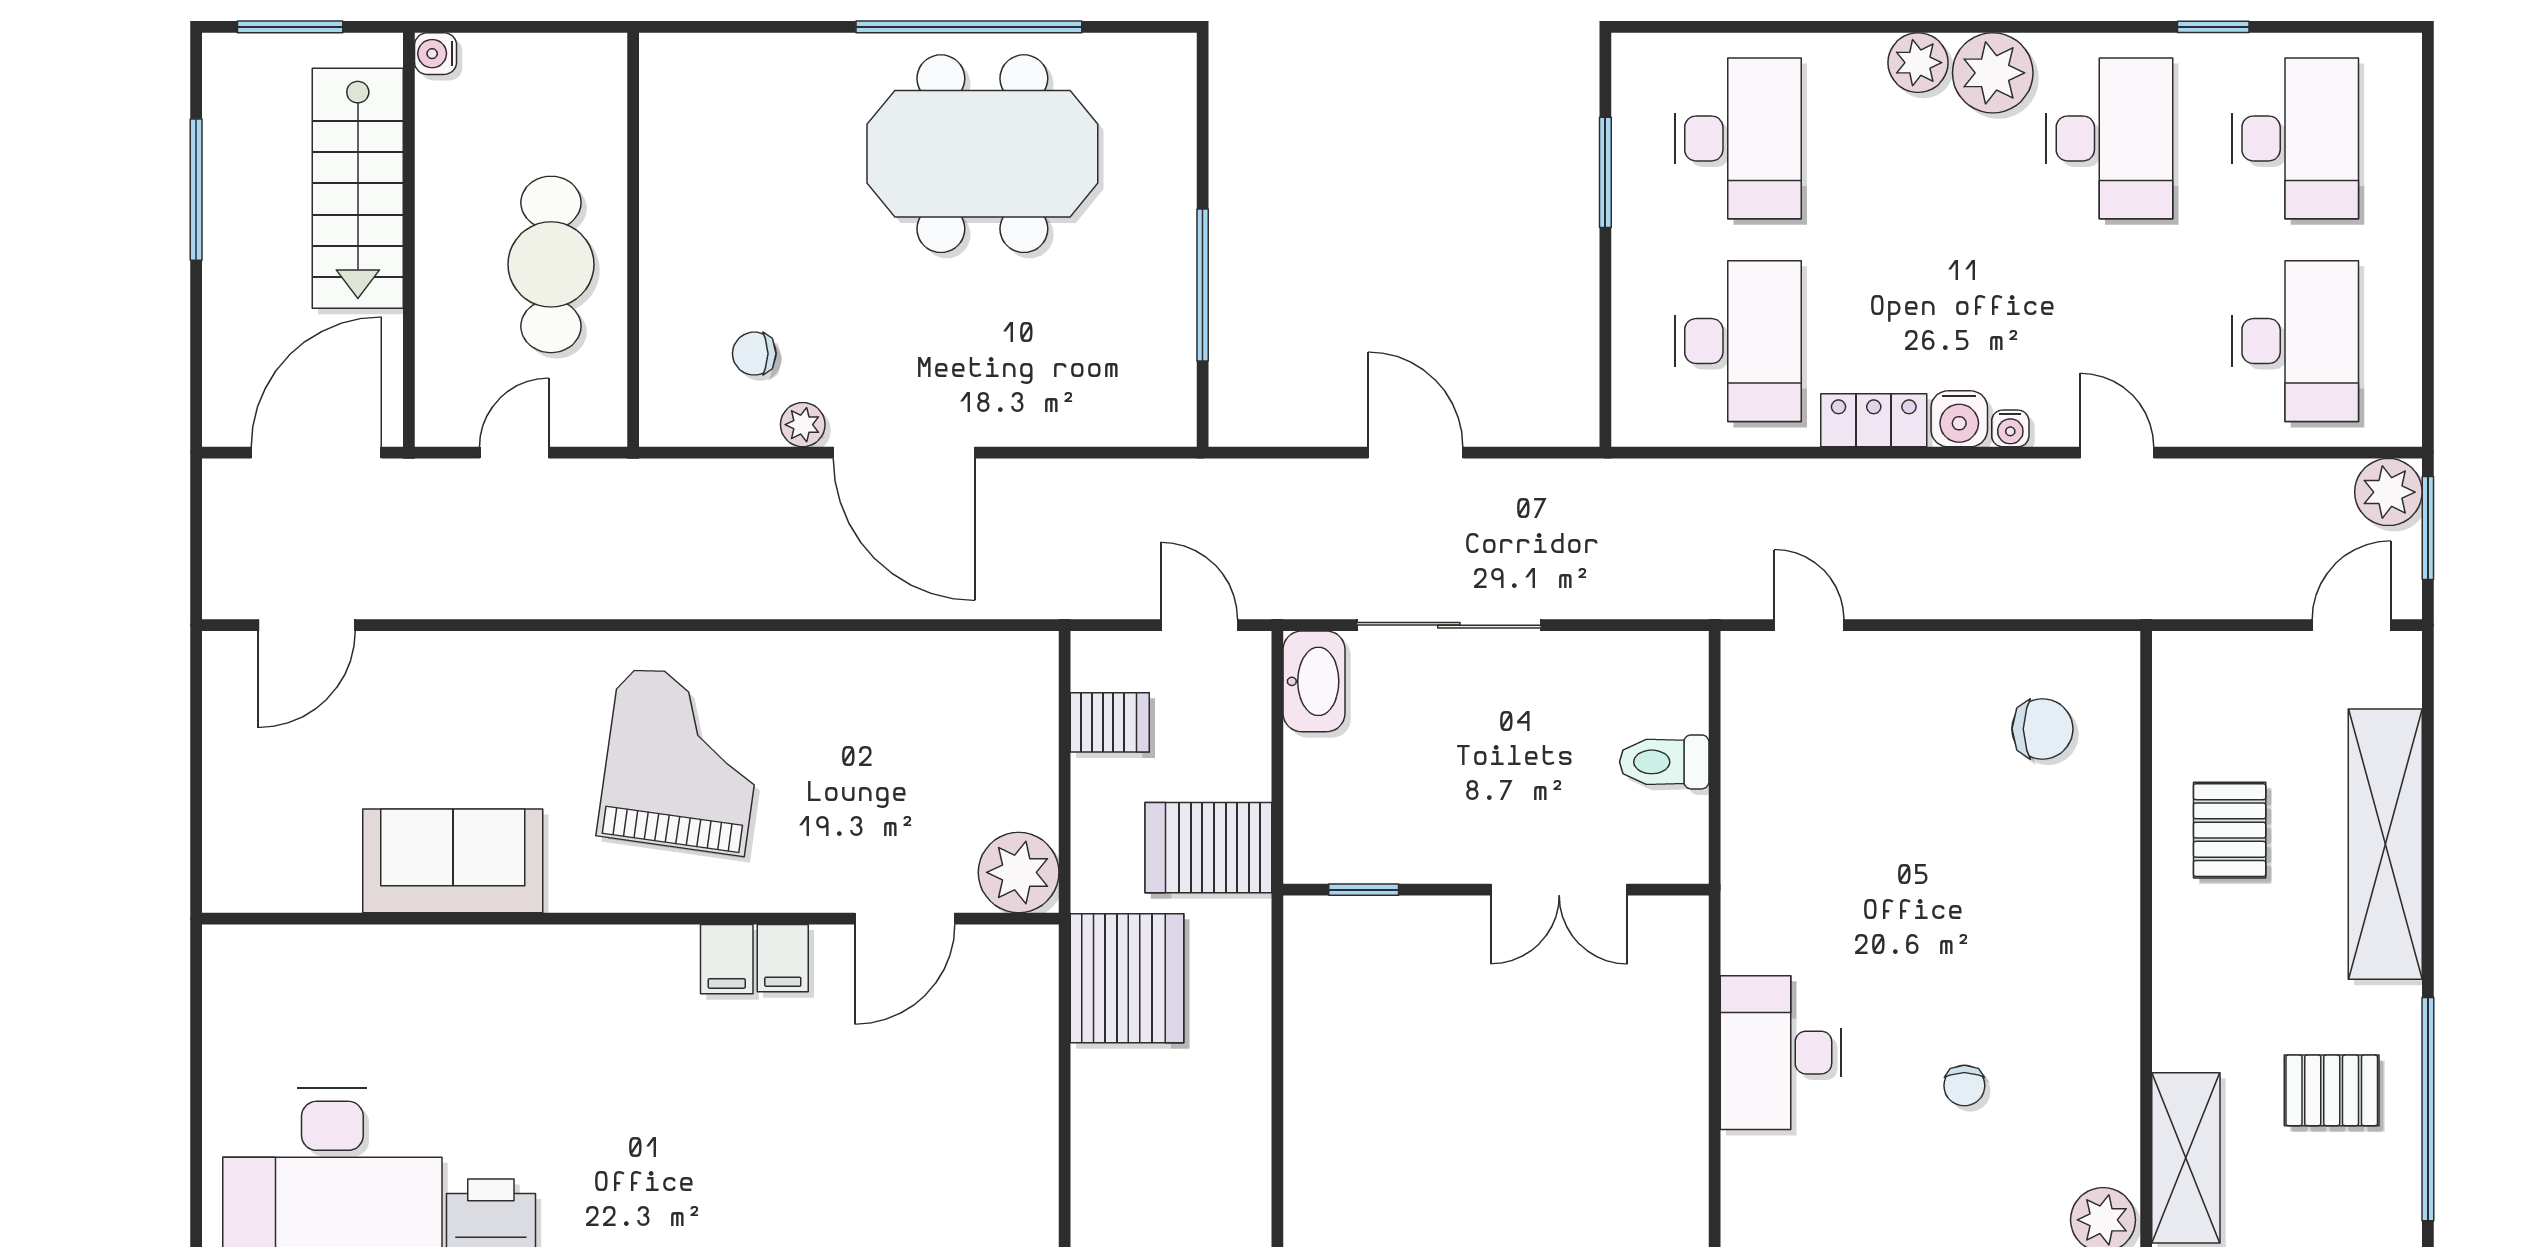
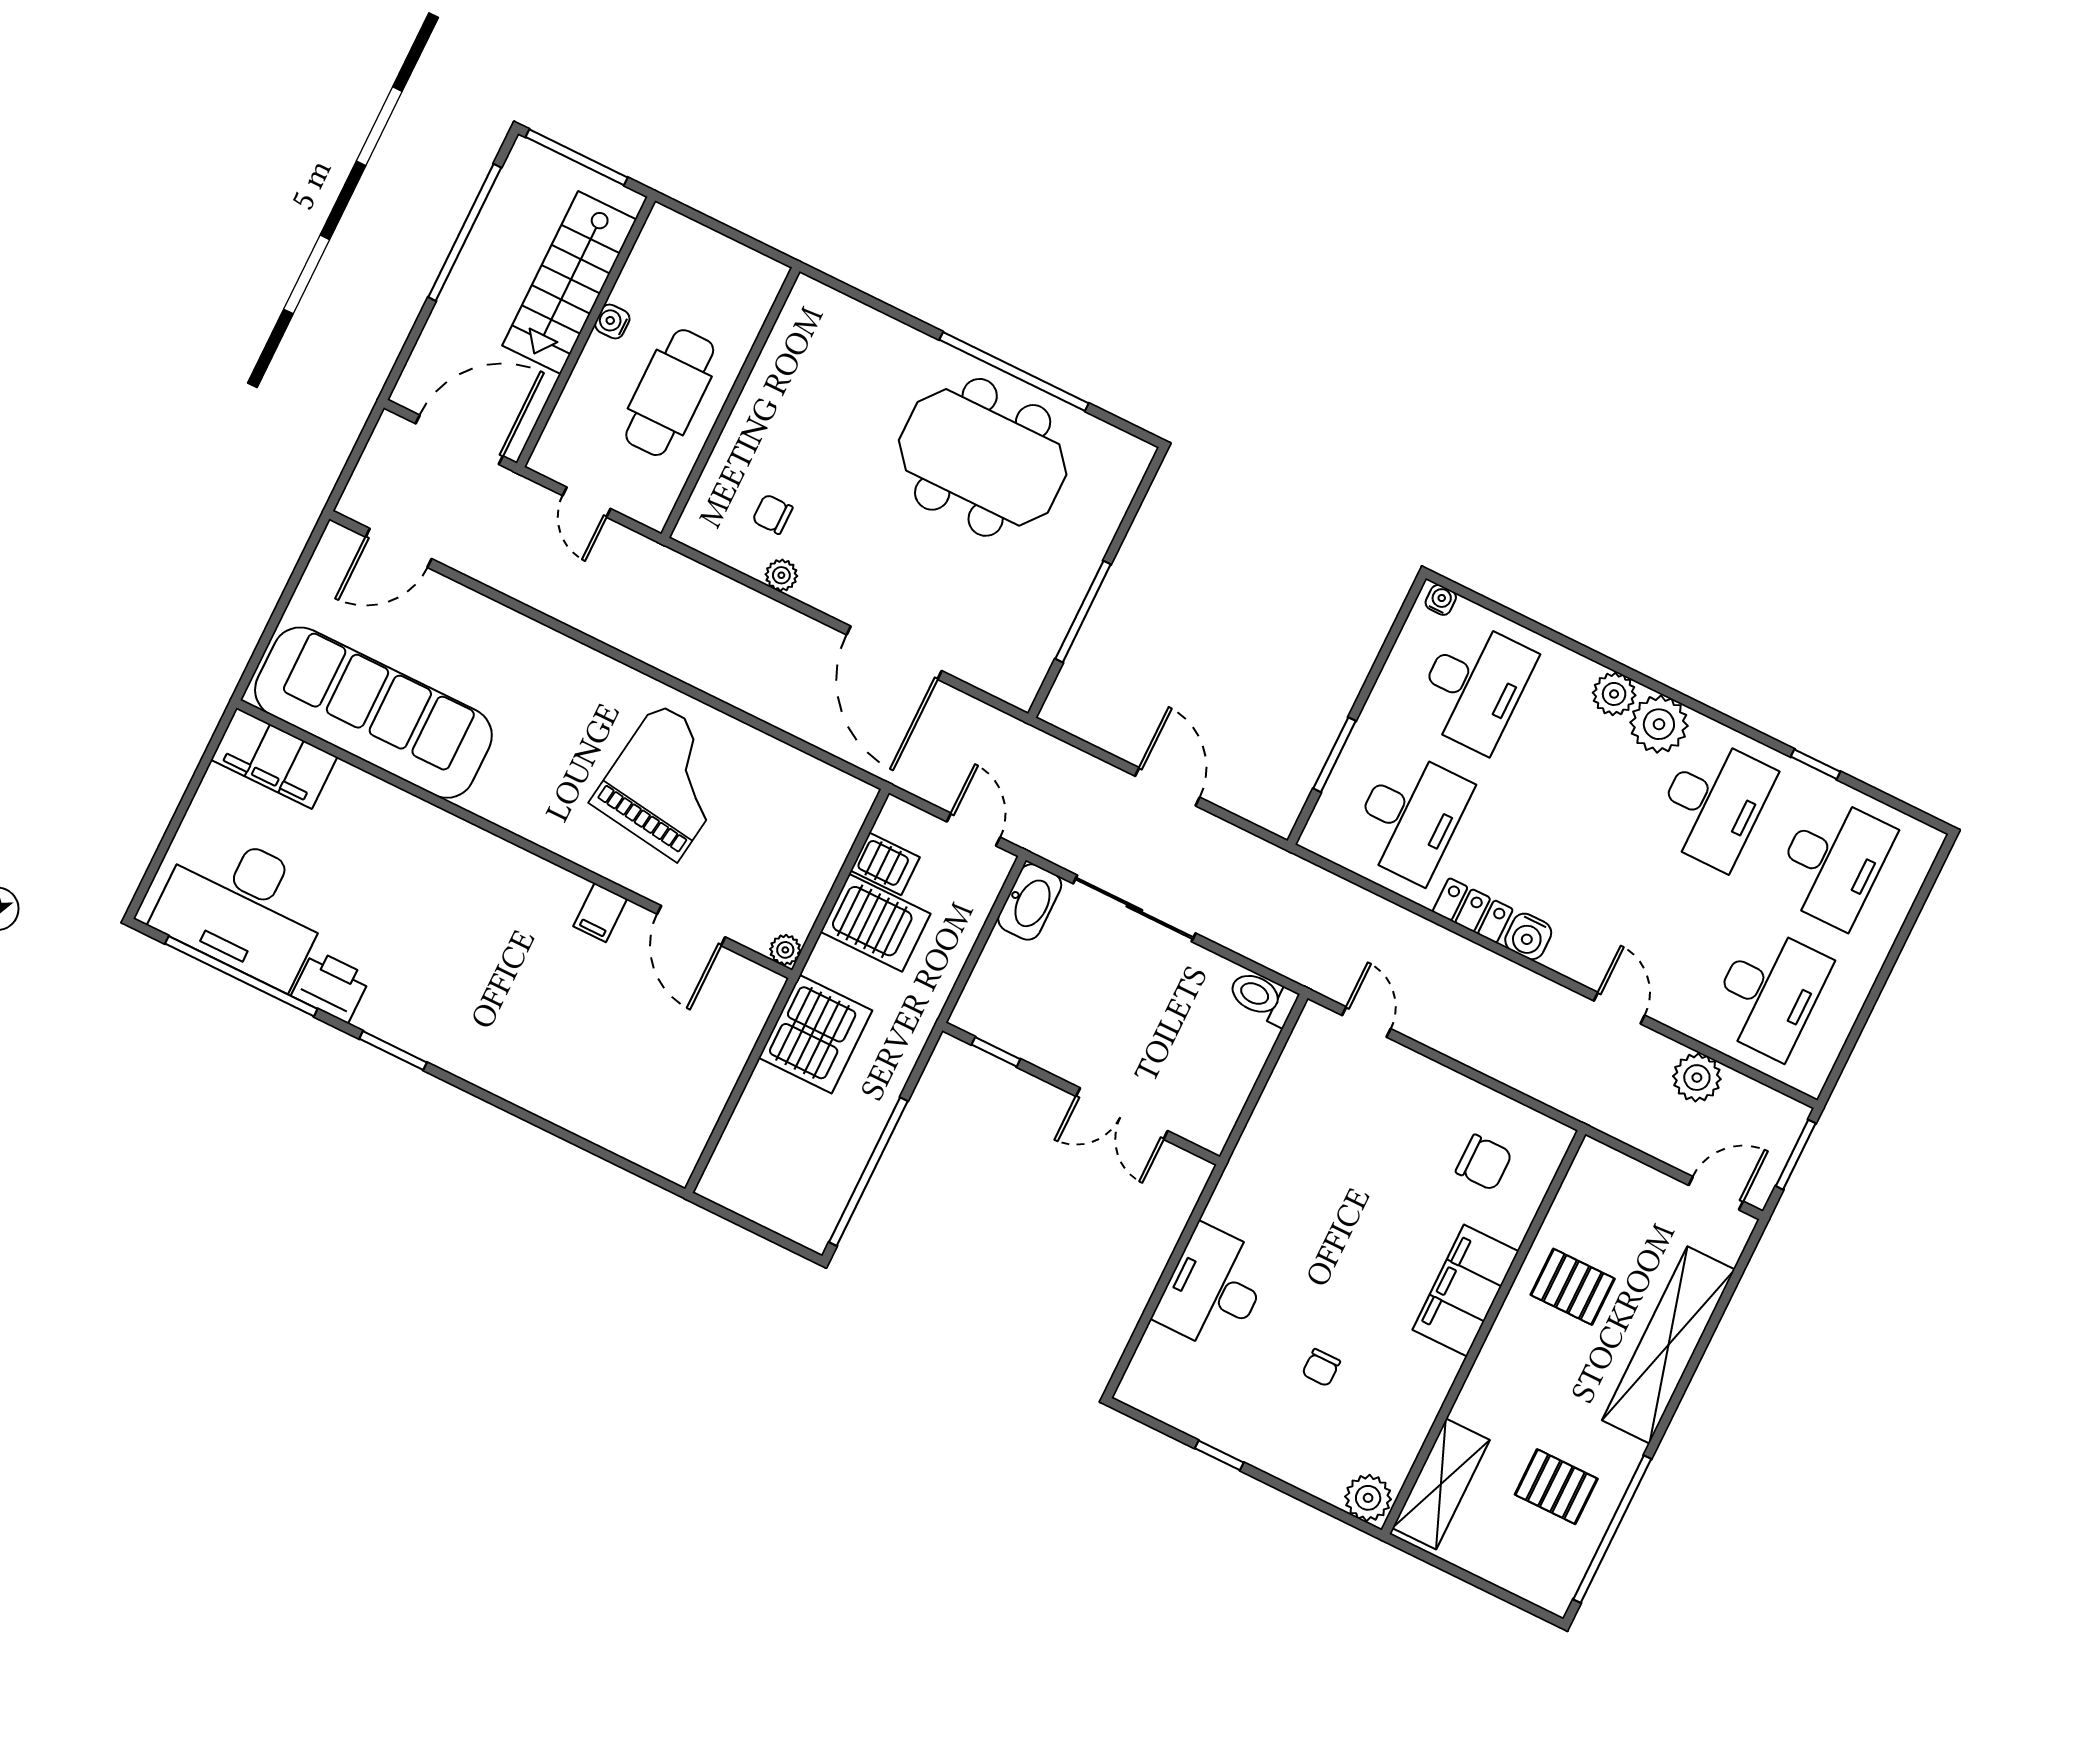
window: (290, 27) -> (577, 157), width x1.44
water cooler: (436, 54) -> (612, 322), moved
window: (1605, 172) -> (1335, 755), moved
window: (196, 190) -> (465, 232), width x1.46
water cooler: (2010, 428) -> (1441, 600), moved, turned 180
door: (514, 453) -> (587, 502), swing flipped
door: (904, 453) -> (894, 653), moved
plant: (2388, 492) -> (1697, 1078), moved
grand piano: (682, 761) -> (667, 782), moved
toilet: (1664, 762) -> (1263, 997), moved
pallet: (2230, 830) -> (1573, 1287), turned 90
server rack: (1208, 848) -> (876, 923), moved, turned 180
sofa: (453, 861) -> (373, 713), width x1.85, depth x1.27
plant: (1019, 872) -> (785, 950), width x0.53, depth x0.53
filing cabinet: (2098, 900) -> (1465, 1290), added
door: (905, 919) -> (691, 926), hinge flipped
filing cabinet: (727, 959) -> (274, 758), moved, width x3.00, depth x1.17
window: (1277, 1118) -> (868, 1172), added

